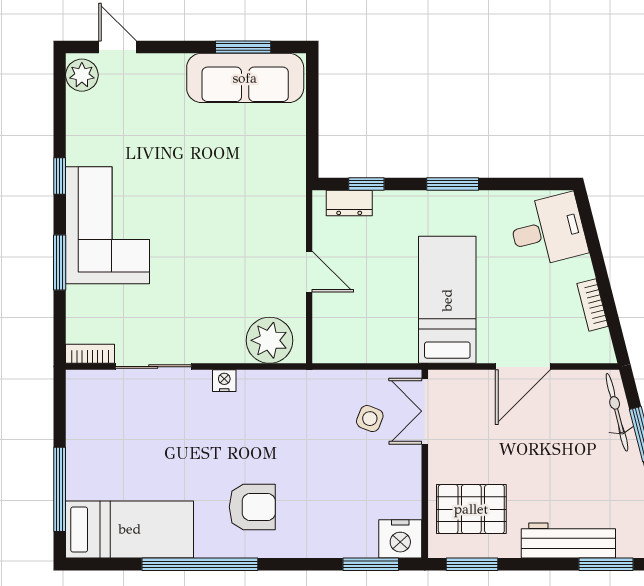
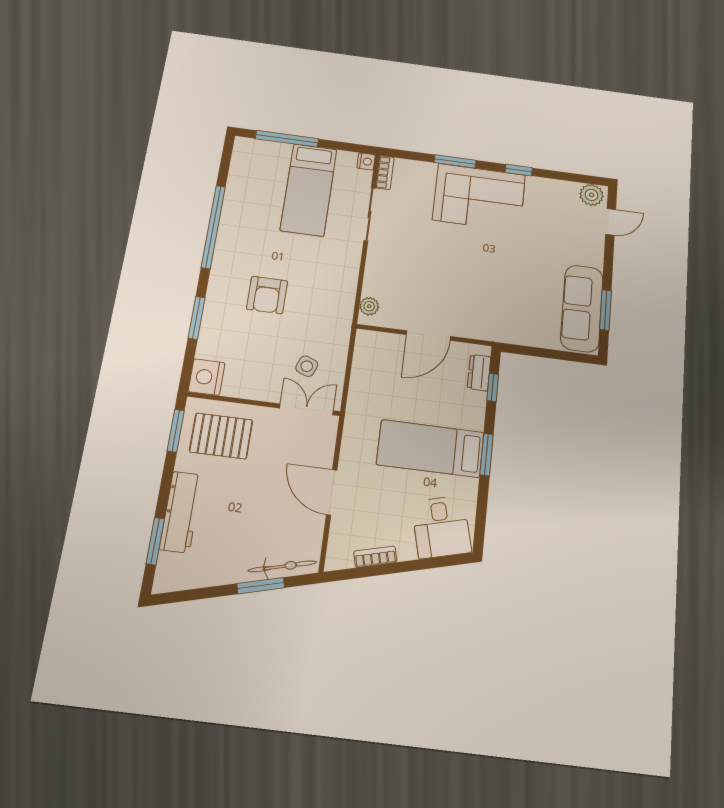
door: (309, 272) -> (428, 336), width x1.38
bed: (447, 300) -> (430, 449), moved, turned 180
plant: (269, 340) -> (369, 306), width x0.53, depth x0.53
nightstand: (224, 381) -> (366, 161), moved
armchair: (252, 507) -> (267, 295), moved
pallet: (471, 509) -> (221, 436), turned 90
bed: (130, 529) -> (309, 190), moved
window: (371, 564) -> (197, 318), moved

